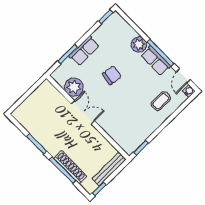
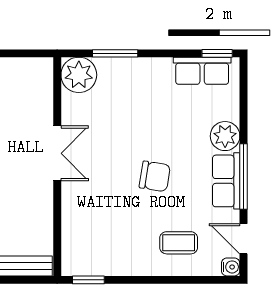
row of seats: (84, 51) -> (202, 71), moved
chair: (112, 75) -> (155, 176), moved
door: (183, 76) -> (243, 239), hinge flipped
plant: (74, 87) -> (79, 75), moved

